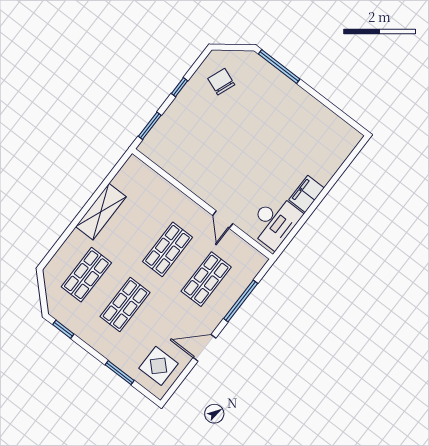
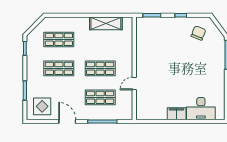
shelving: (101, 212) -> (106, 23), moved
desk: (275, 221) -> (201, 109), moved

